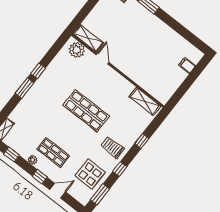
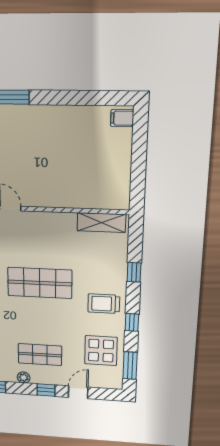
filing cabinet: (187, 65) -> (122, 118), moved

